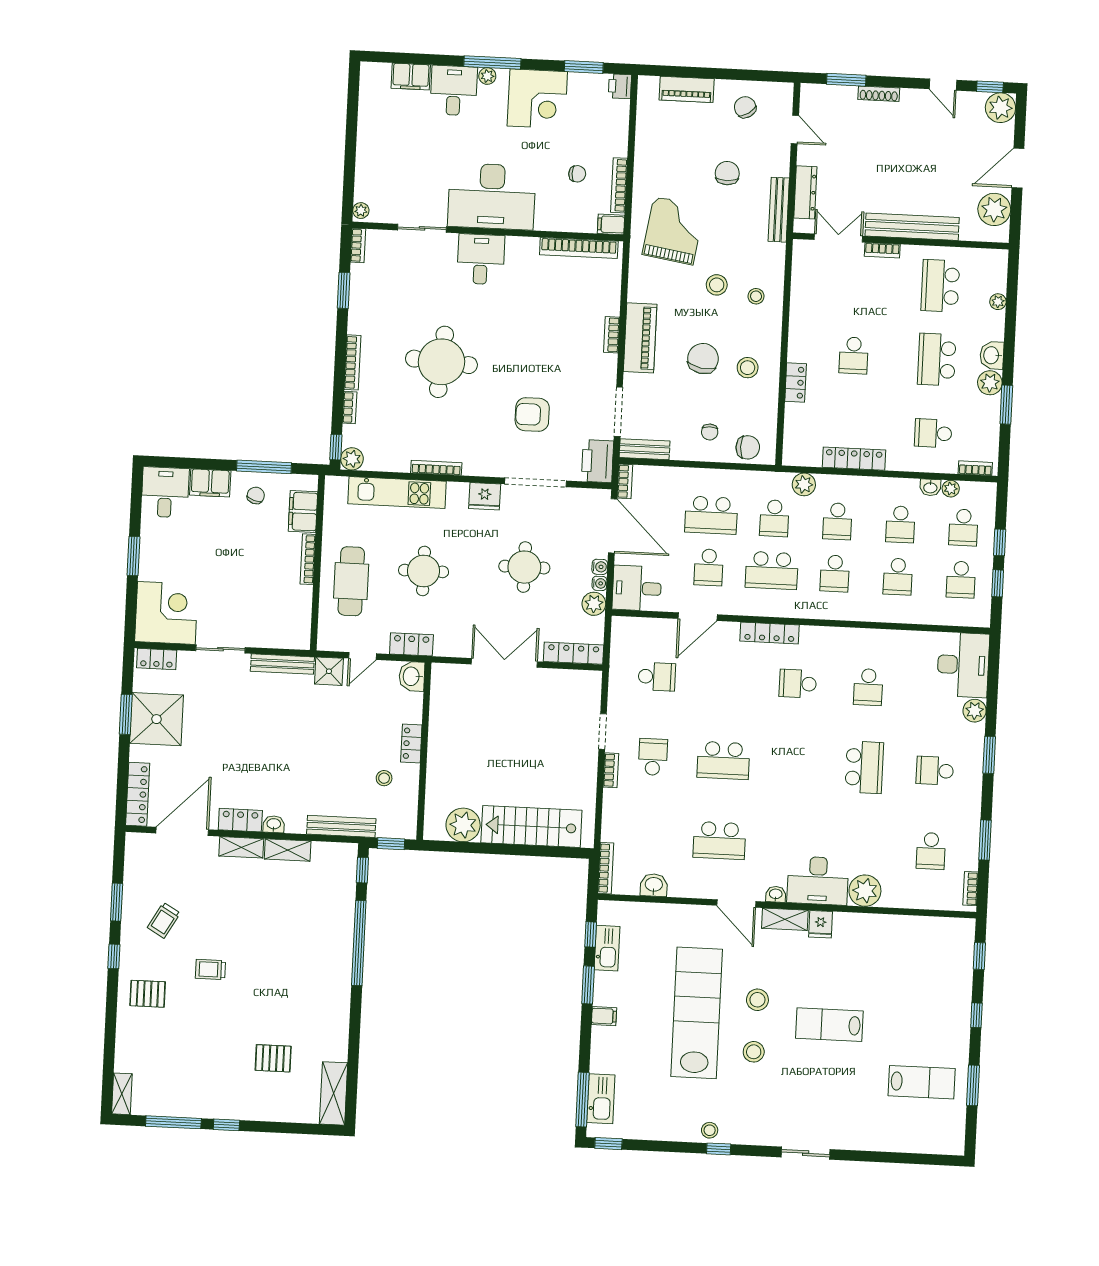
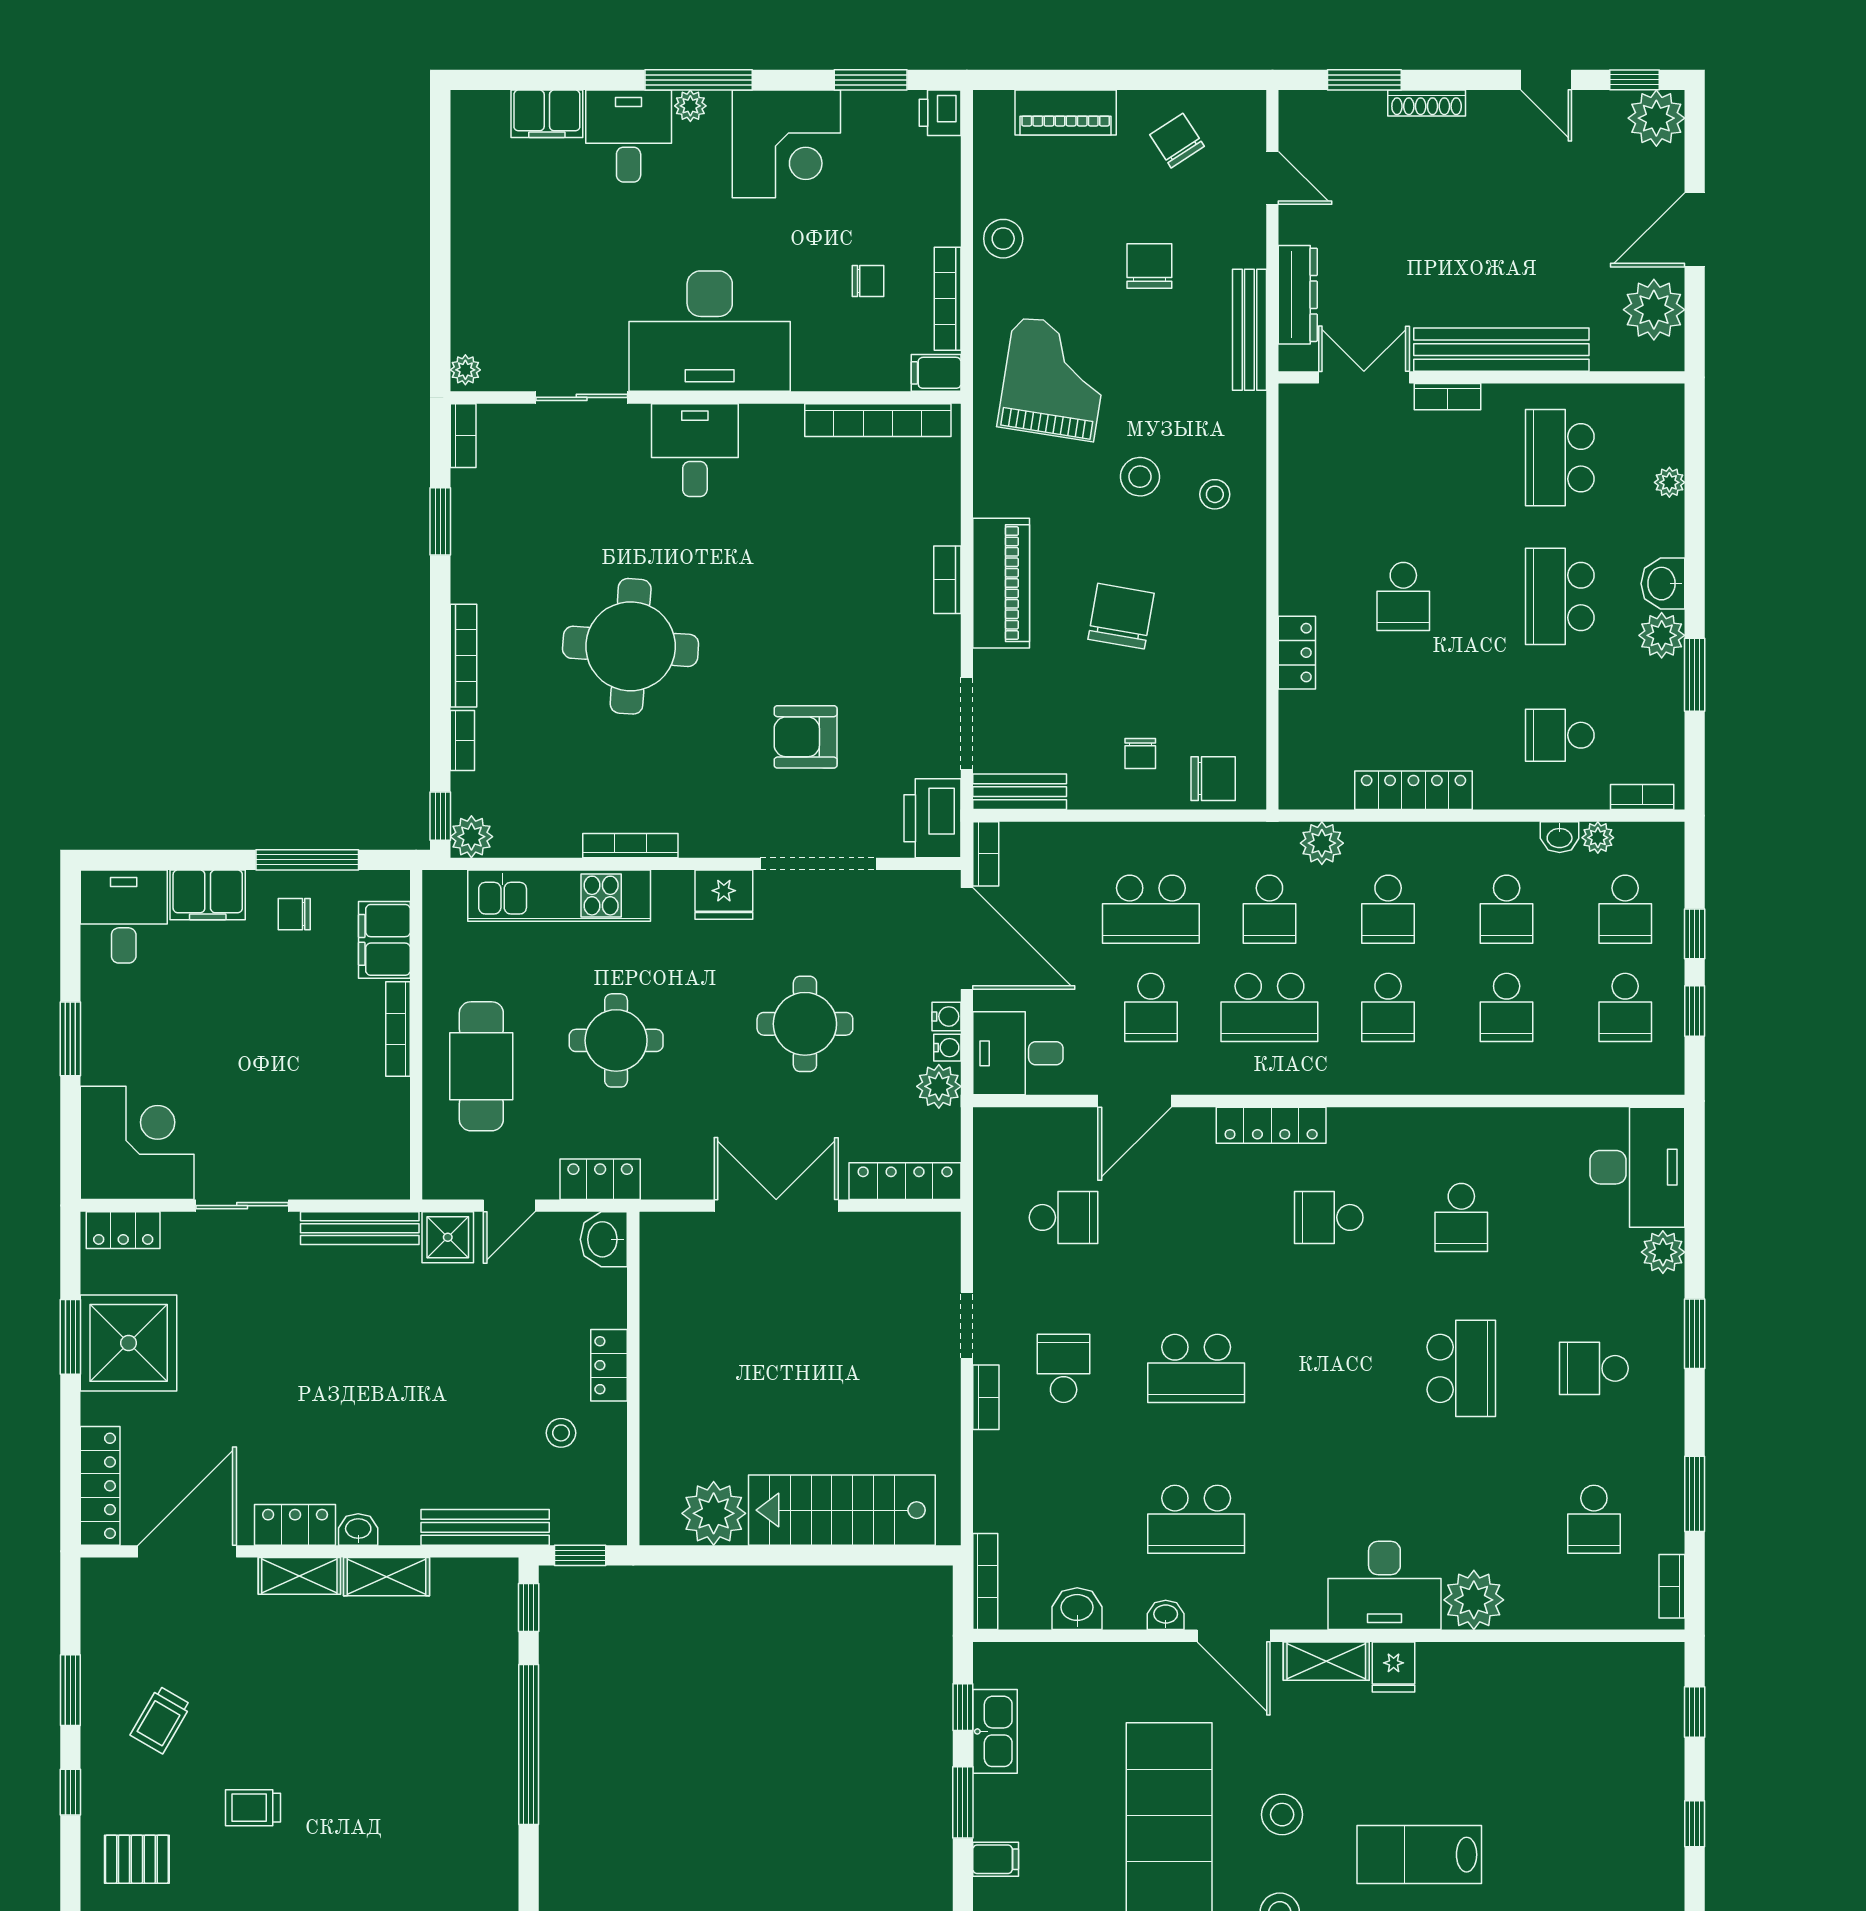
stool: (748, 368) -> (1003, 239), moved
chair: (256, 495) -> (294, 914), turned -108
washbasin: (776, 894) -> (1166, 1615), moved

